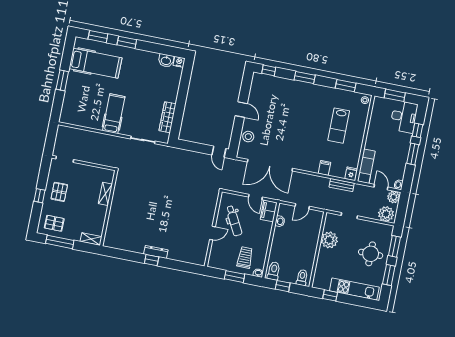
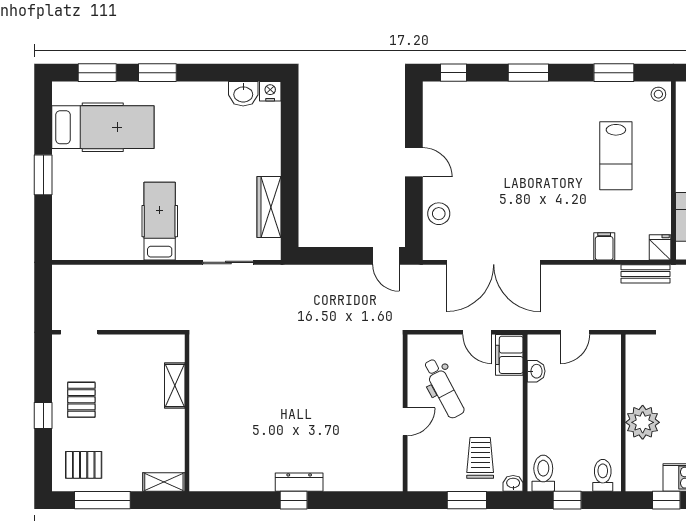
plant: (329, 240) -> (643, 422), moved

